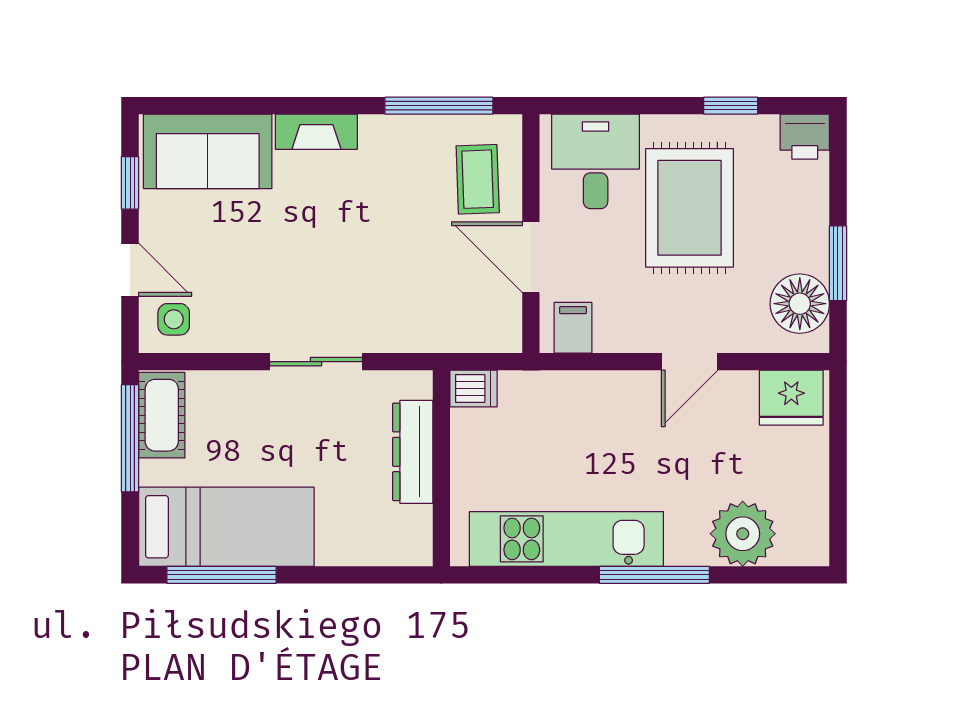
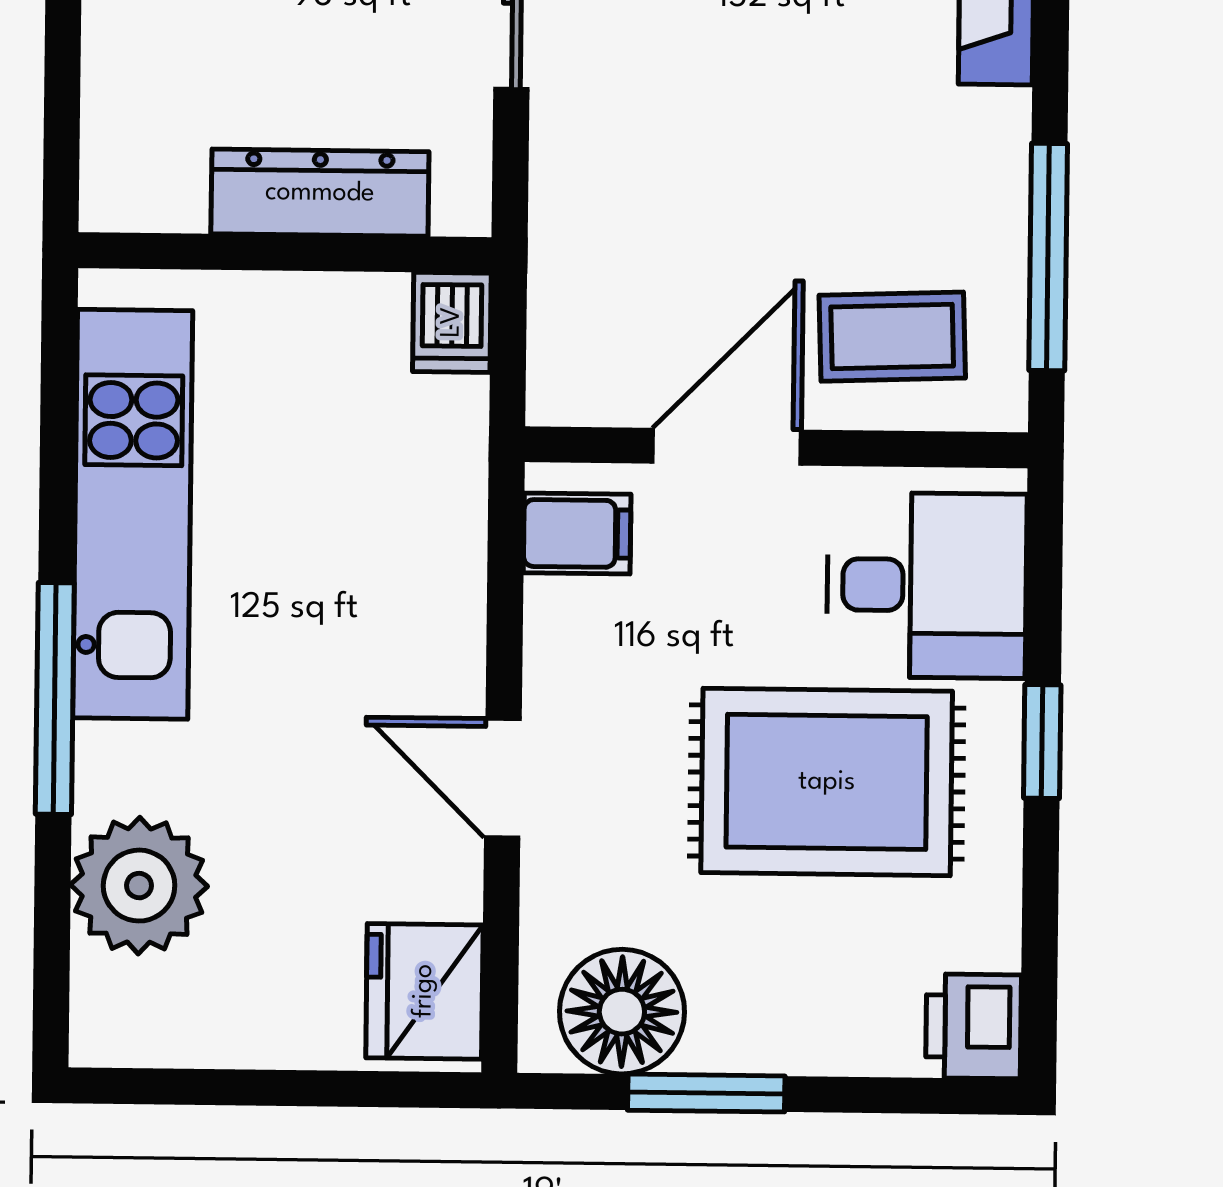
window: (731, 106) -> (1042, 742), moved

